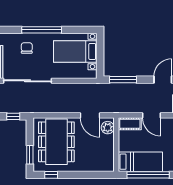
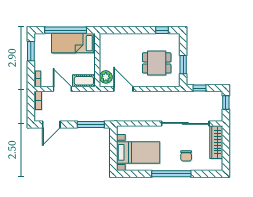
dining table: (56, 142) -> (157, 63), width x0.53, depth x0.80
window: (30, 155) -> (183, 65), moved

